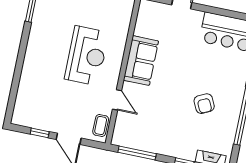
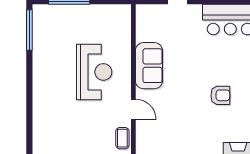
armchair: (204, 104) -> (220, 95), turned -64

